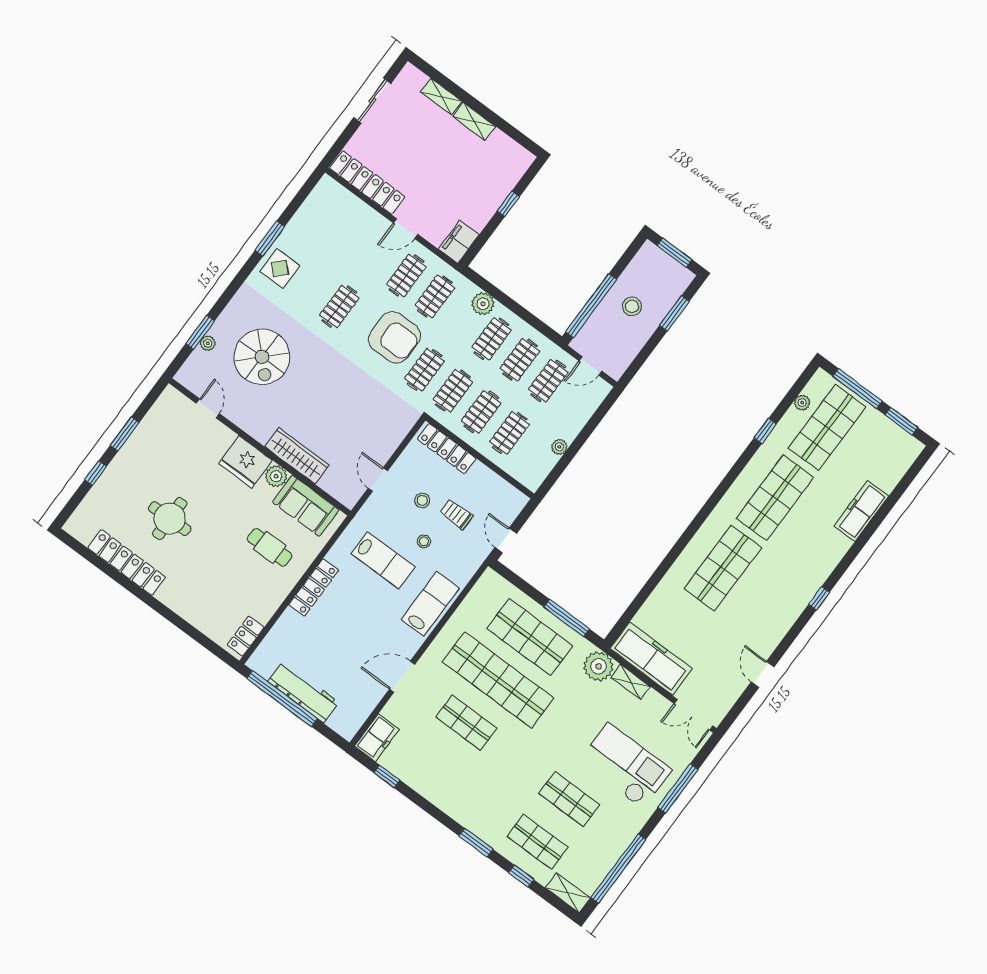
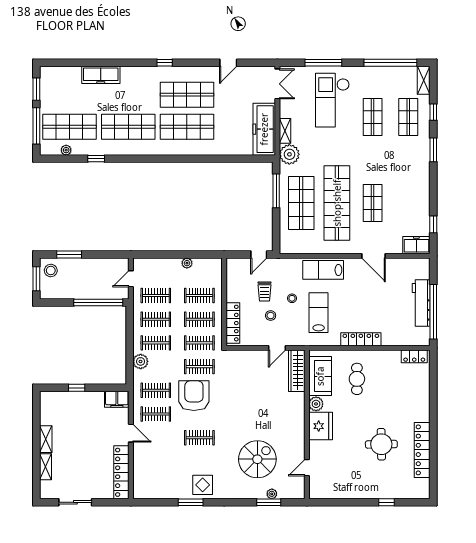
stool: (632, 306) -> (51, 271), moved
door: (590, 366) -> (131, 279), swing flipped
window: (125, 434) -> (354, 502), removed
wardrobe: (297, 456) -> (297, 371), moved
shop shelf: (761, 597) -> (187, 95), added

